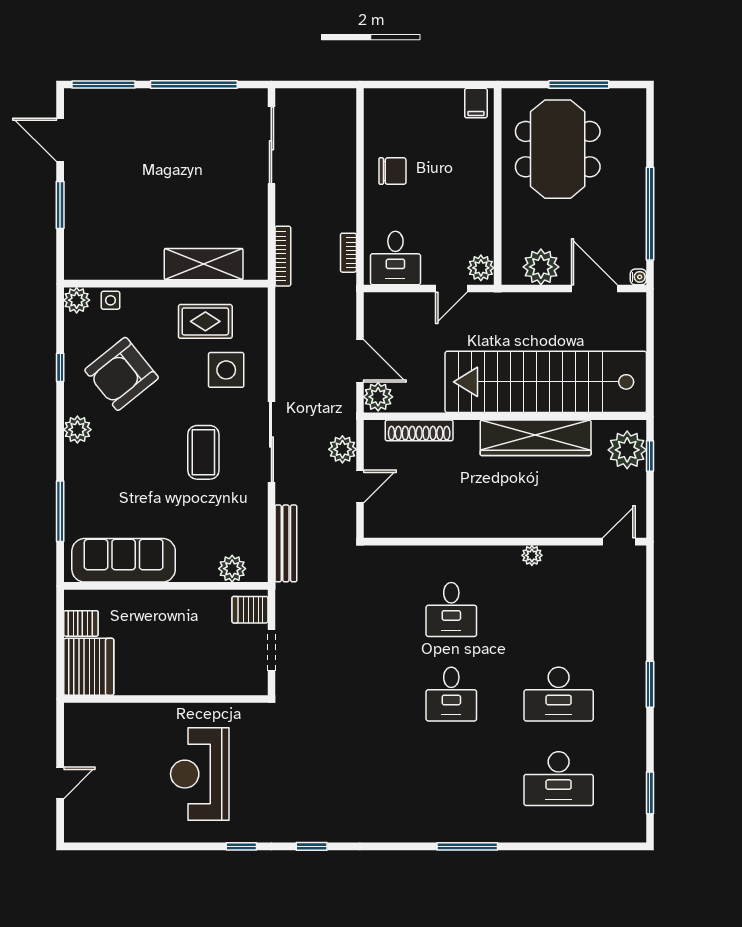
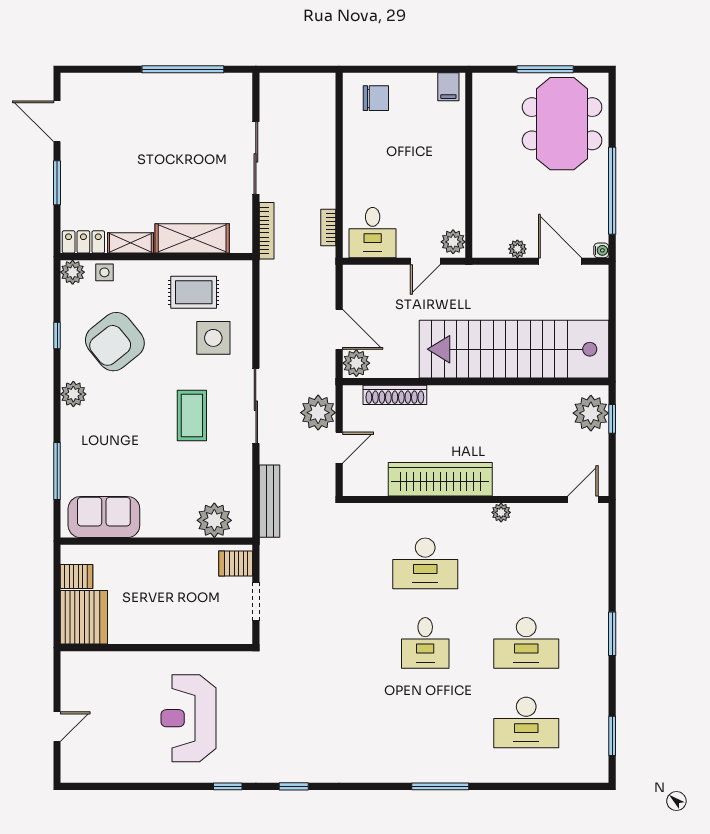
window: (103, 84) -> (98, 69), removed
sliding door: (271, 145) -> (256, 158), moved
meeting table: (558, 149) -> (562, 124), moved
chair: (392, 171) -> (376, 98), moved
plant: (541, 267) -> (517, 249), width x0.53, depth x0.53
locker: (88, 268) -> (83, 242), added
shelving: (138, 269) -> (130, 243), added
wardrobe: (536, 438) -> (440, 479), moved, turned 180
plant: (342, 449) -> (318, 413), width x1.36, depth x1.36
sofa: (124, 560) -> (104, 517), width x0.73
plant: (232, 569) -> (214, 520), width x1.36, depth x1.36
desk: (451, 610) -> (425, 563), width x1.37

